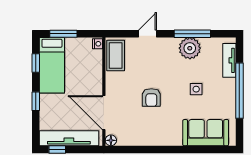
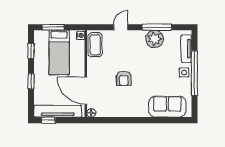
bed: (52, 65) -> (59, 53), moved
side table: (196, 89) -> (184, 73), moved

